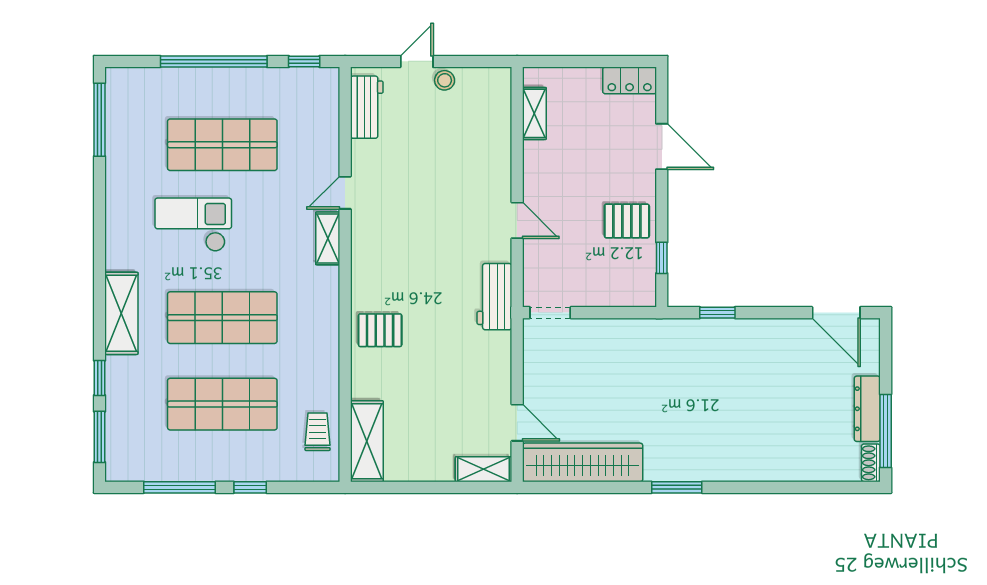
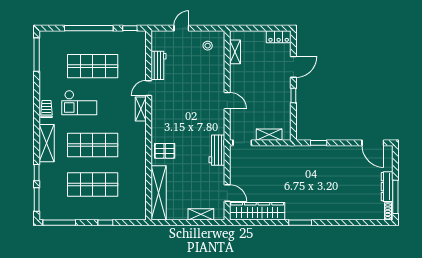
stool: (445, 80) -> (208, 46), moved
workbench: (367, 107) -> (159, 65), moved
door: (662, 147) -> (293, 67), hinge flipped
pallet: (627, 221) -> (277, 101), removed
checkout: (193, 225) -> (79, 103), turned 180
window: (662, 258) -> (293, 96), moved
shelving: (609, 295) -> (269, 135), added
workbench: (494, 297) -> (217, 150), moved
trolley: (318, 432) -> (46, 109), moved
shelving: (367, 441) -> (159, 193), width x1.47
shelving: (484, 469) -> (201, 214), moved
window: (180, 487) -> (59, 223), moved

